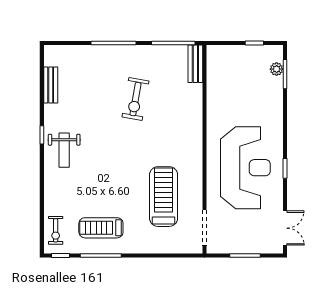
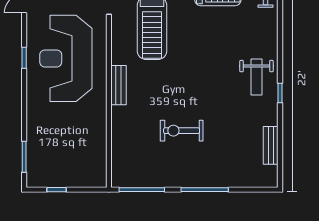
bench: (195, 64) -> (118, 85), moved
plant: (277, 69) -> (33, 162), removed
exercise bike: (135, 99) -> (182, 131), turned -100
weight bench: (64, 150) -> (257, 77), turned 180

